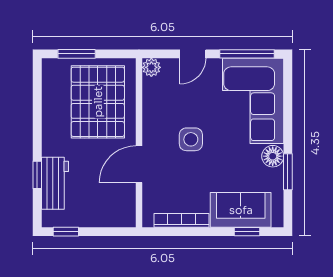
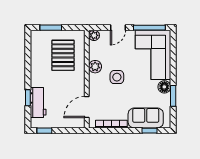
pallet: (98, 102) -> (63, 55), width x0.73, depth x0.71
plant: (153, 121) -> (95, 67), added
door: (139, 164) -> (87, 107), moved

